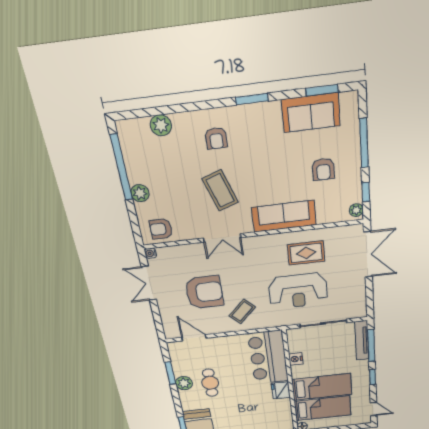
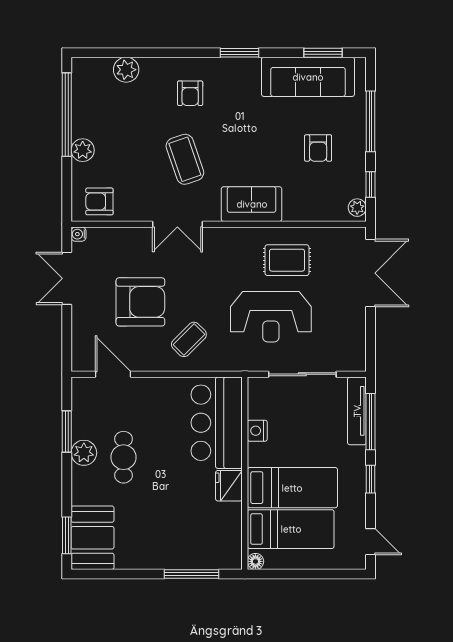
sofa: (311, 113) -> (308, 77), width x1.36
sofa: (284, 216) -> (252, 204), width x0.73

